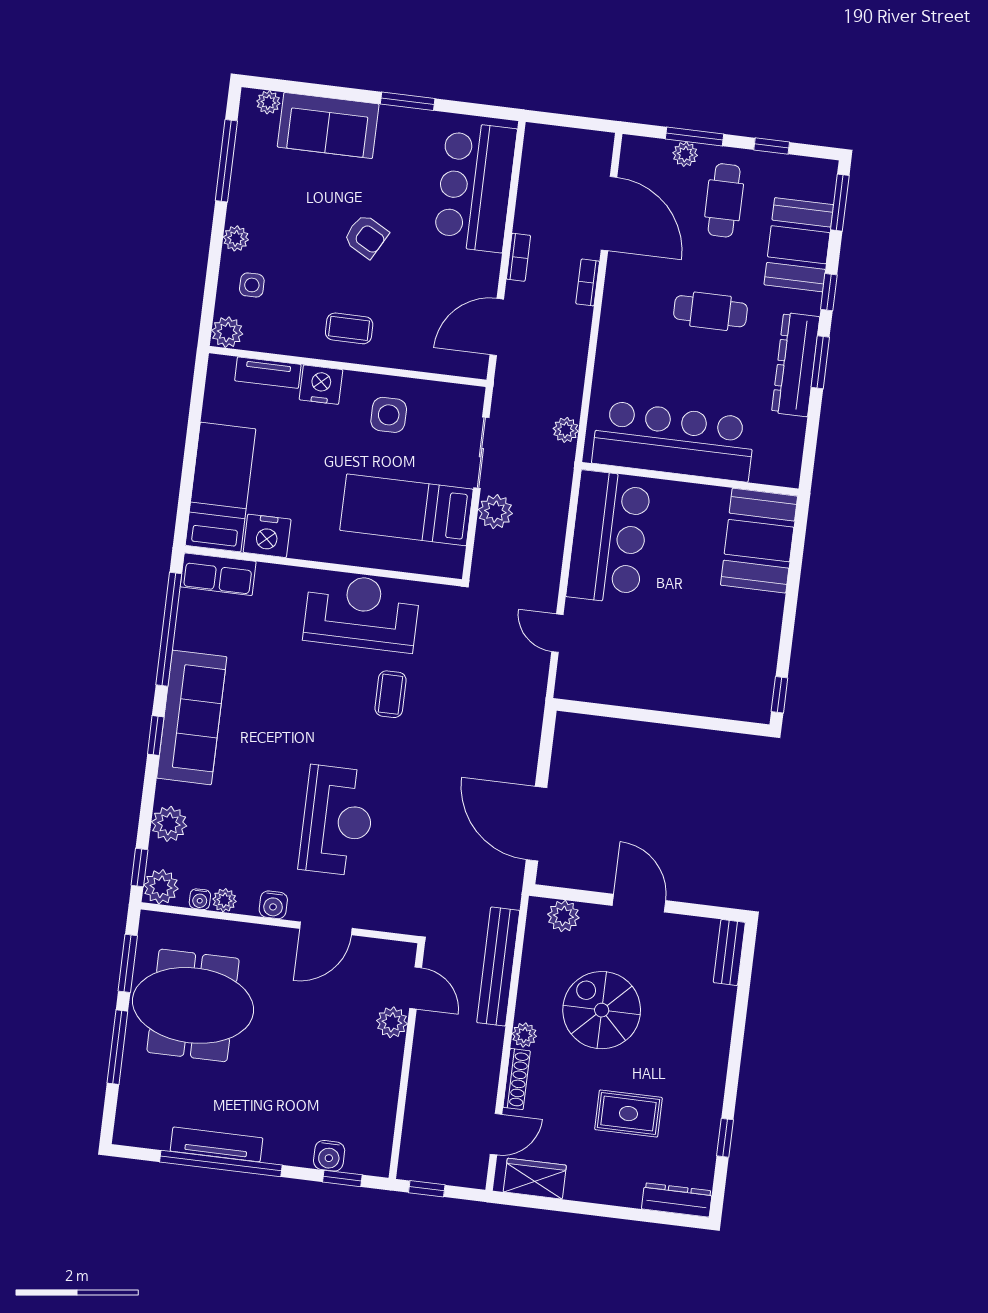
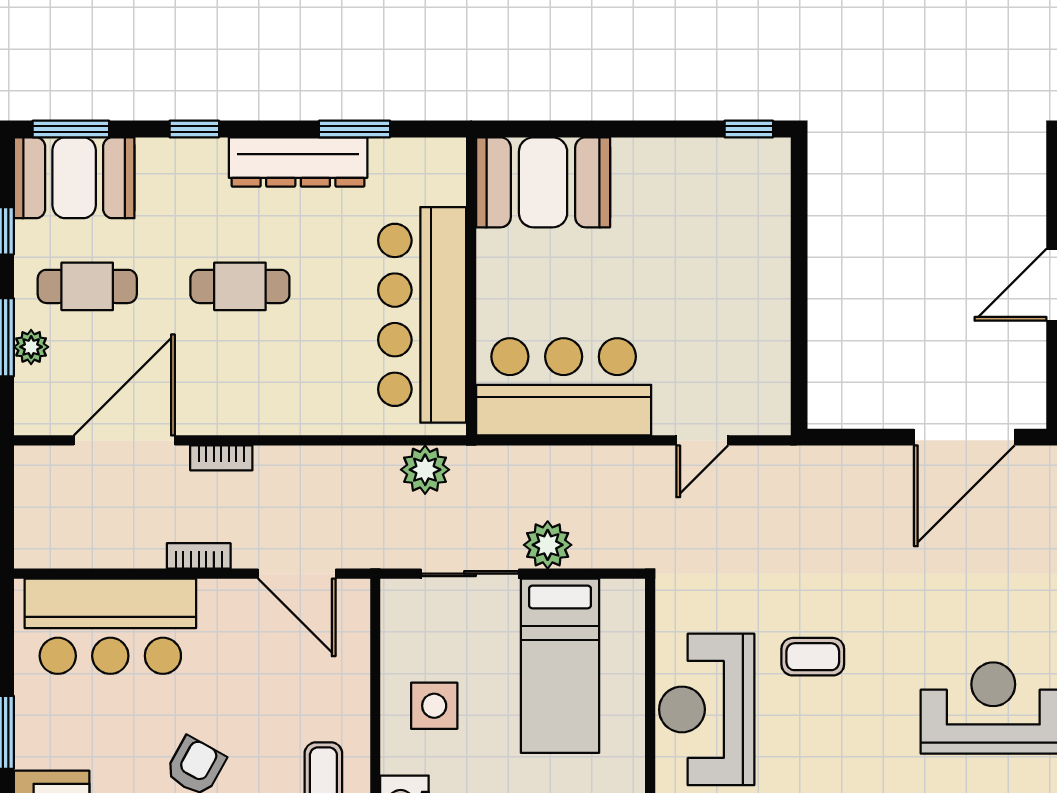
booth: (799, 245) -> (74, 178), moved
cafe table: (710, 311) -> (240, 286), turned 90
window: (820, 362) -> (355, 129), moved
plant: (566, 430) -> (425, 470), width x1.38, depth x1.38

